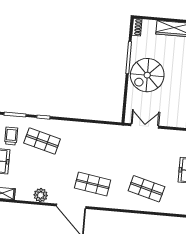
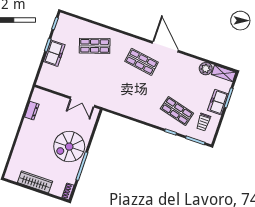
spiral stairs: (147, 75) -> (69, 147), turned 180
shop shelf: (146, 189) -> (95, 46), turned -33
plant: (41, 195) -> (206, 69), moved

